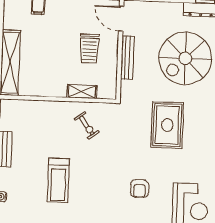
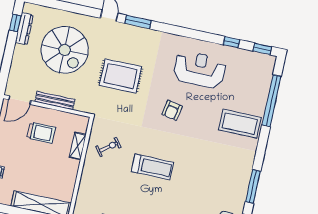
treadmill: (58, 180) -> (152, 167), moved
armchair: (140, 189) -> (172, 110), turned 101

